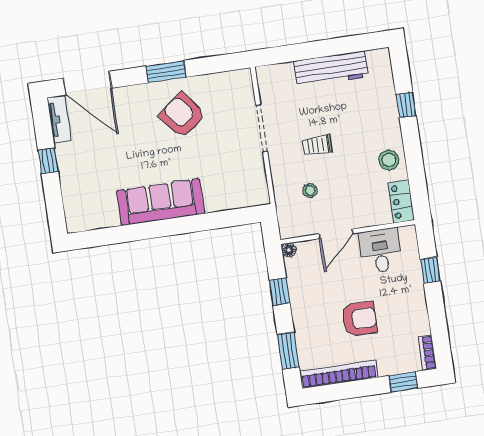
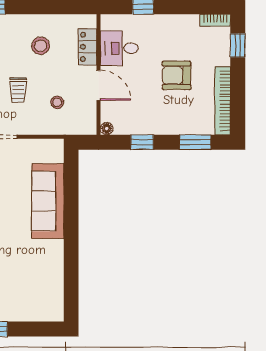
stool: (389, 160) -> (41, 46), moved
locker: (401, 201) -> (88, 47), moved, turned 90
sofa: (161, 202) -> (48, 201), moved
armchair: (360, 319) -> (177, 75), turned -90

